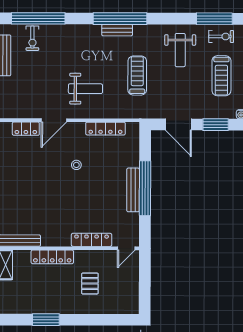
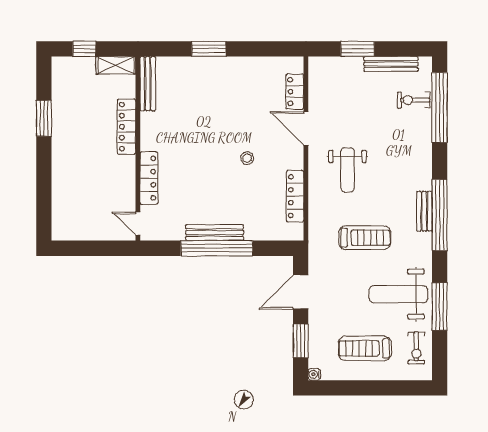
window: (214, 19) -> (440, 307), moved
weight bench: (180, 50) -> (398, 294), width x1.36, depth x1.33
pallet: (90, 284) -> (92, 176), removed

